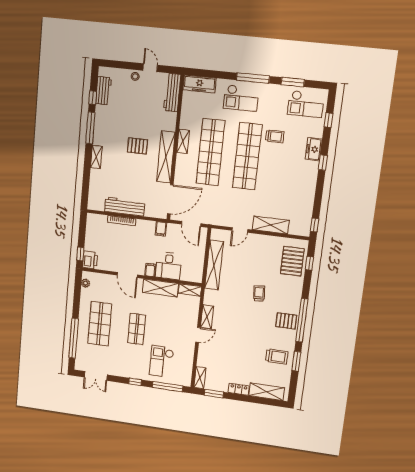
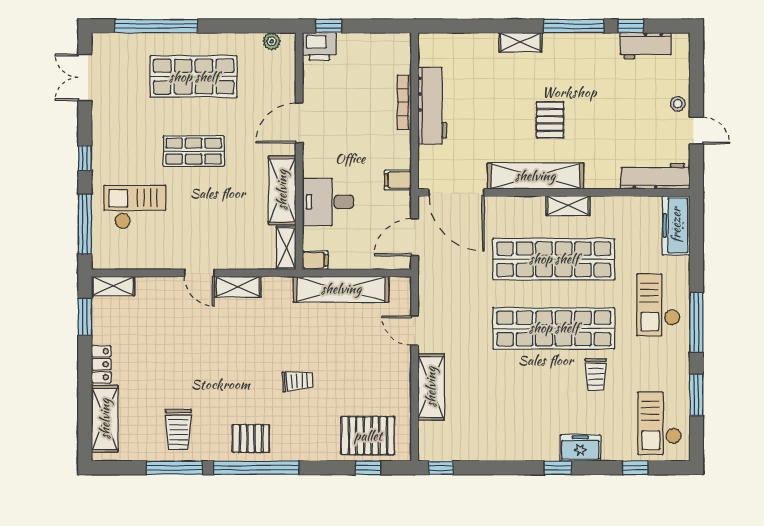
door: (150, 68) -> (696, 131), hinge flipped
filing cabinet: (150, 270) -> (315, 260), moved
pallet: (286, 321) -> (251, 439), turned 90
window: (296, 361) -> (174, 468), width x1.44

